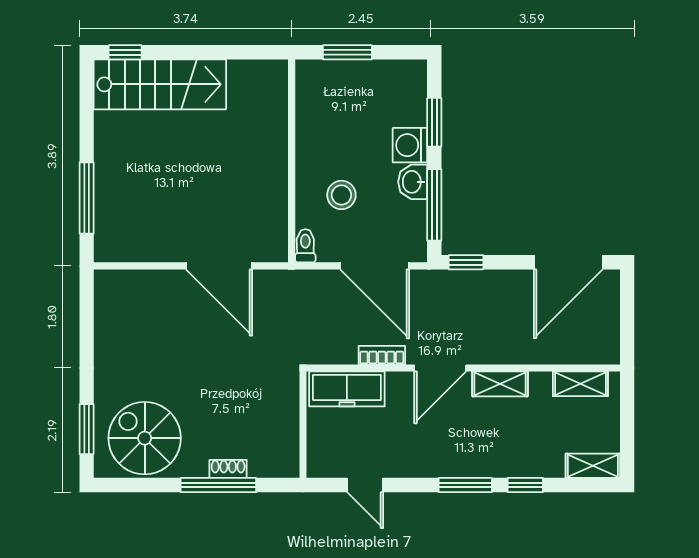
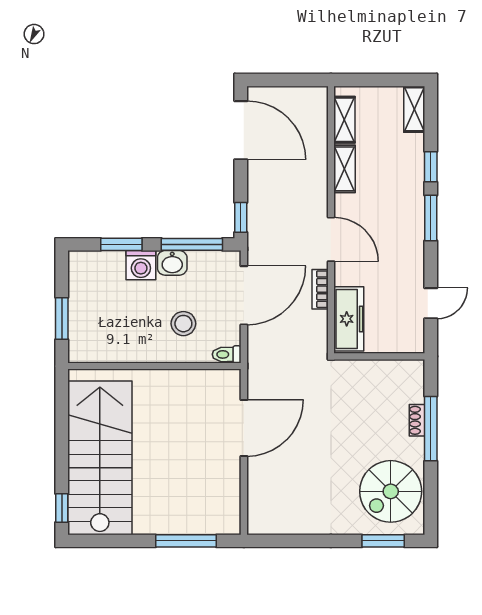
stairs: (160, 84) -> (100, 458), width x1.36, depth x1.51
shelving: (500, 384) -> (344, 169), moved

